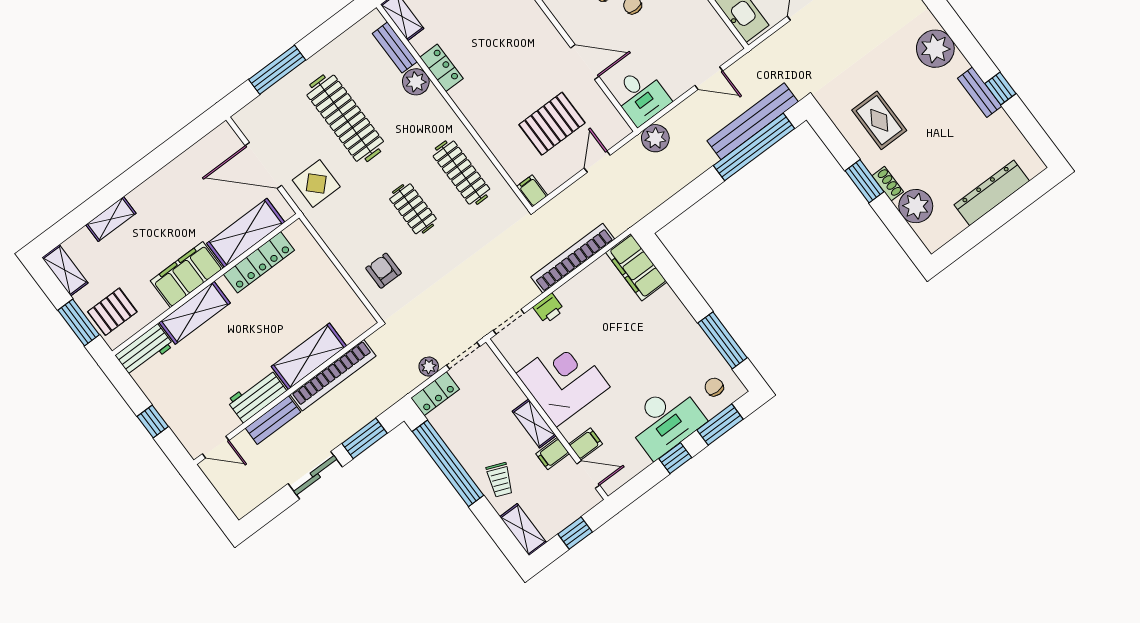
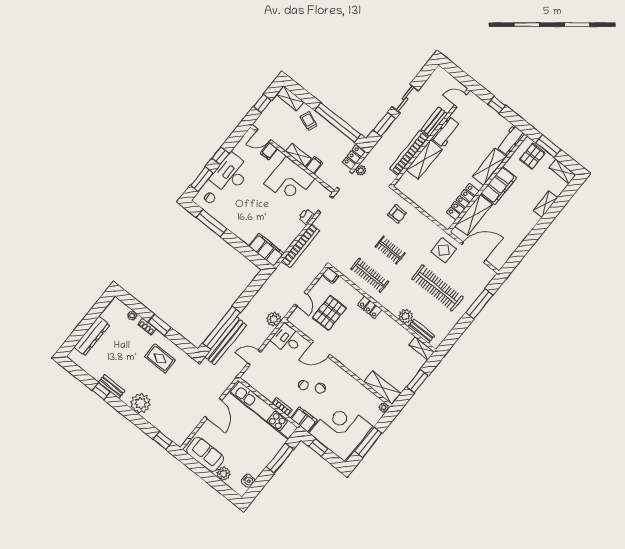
locker: (441, 68) -> (370, 307), moved
plant: (916, 206) -> (132, 316), width x0.53, depth x0.53
filing cabinet: (553, 454) -> (314, 165), moved

